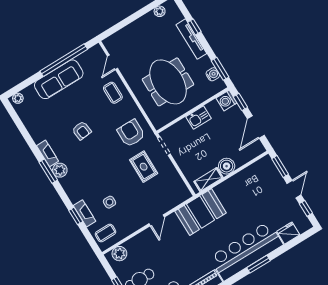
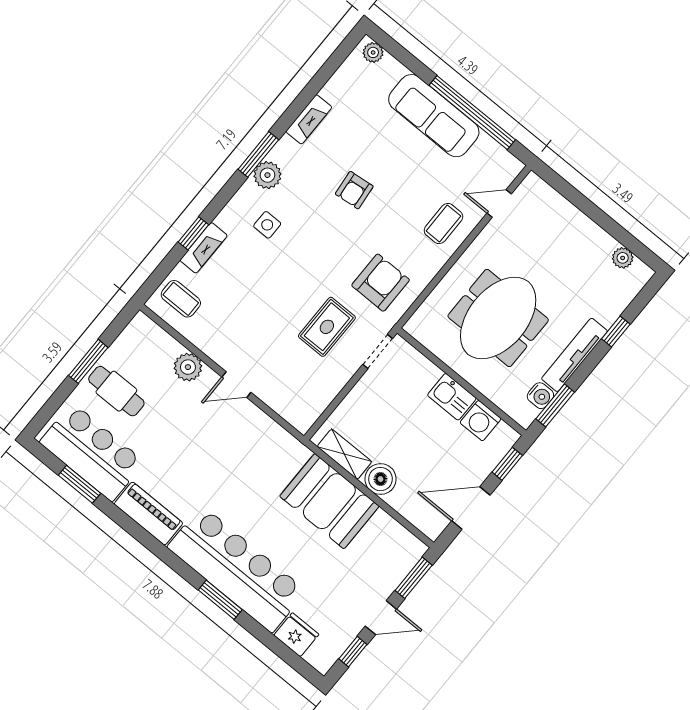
tv unit: (191, 39) -> (574, 355), moved
washing machine: (227, 100) -> (481, 421), moved, turned -90
fireplace: (47, 153) -> (309, 119), moved
side table: (110, 202) -> (267, 225), moved
booth: (201, 212) -> (329, 501), moved
plant: (119, 254) -> (188, 367), moved

